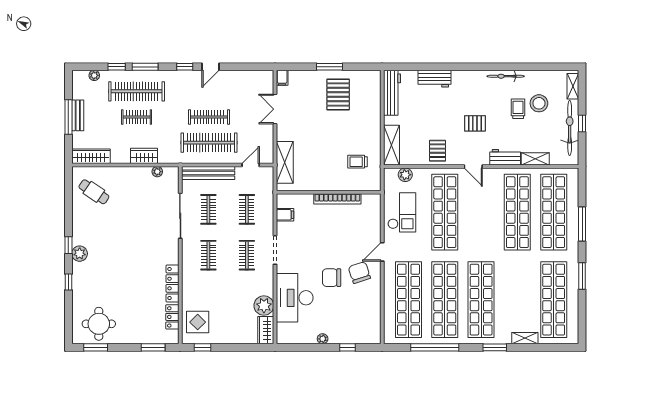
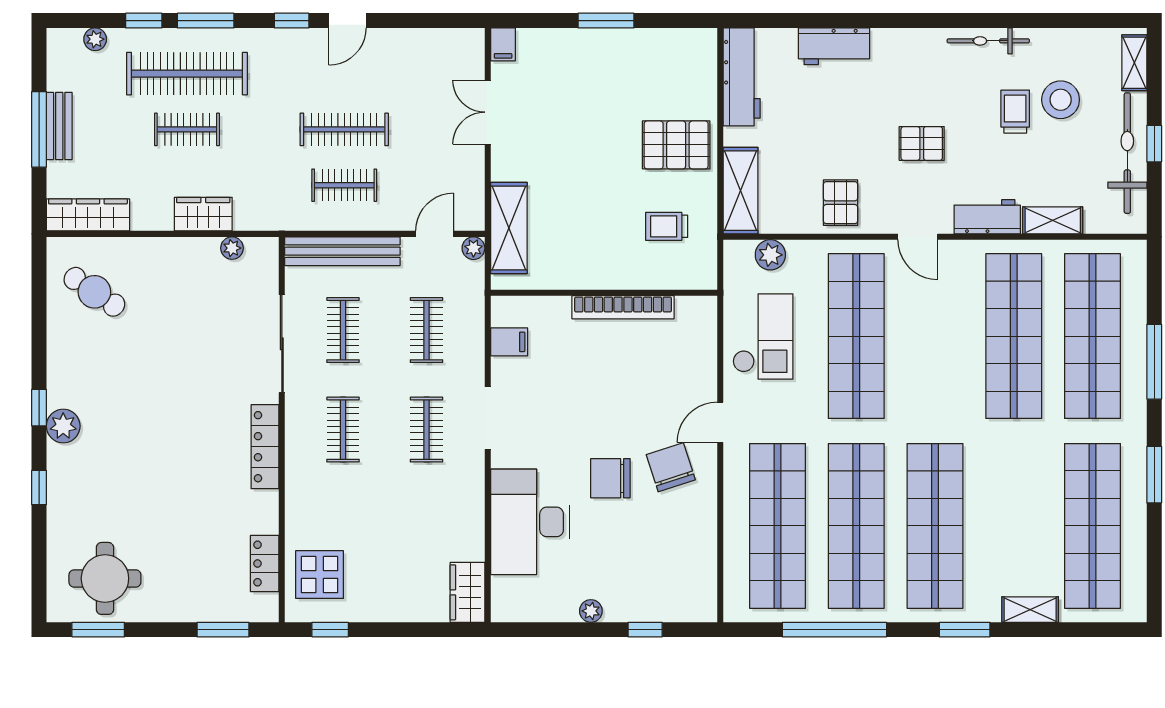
pallet: (338, 94) -> (676, 145), moved, turned 90
clothes rail: (209, 143) -> (344, 185), width x0.54, depth x0.76
locker: (172, 284) -> (265, 447), moved
plant: (264, 306) -> (473, 248), moved, width x0.53, depth x0.53

